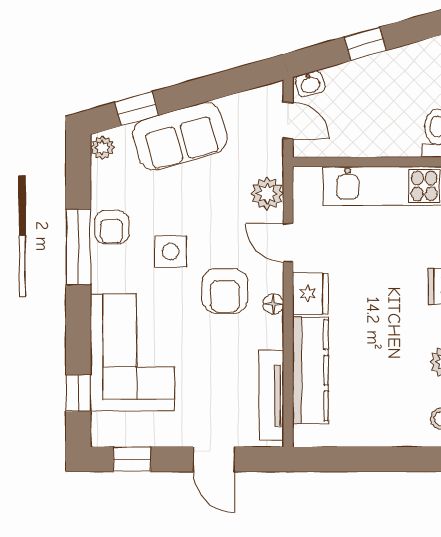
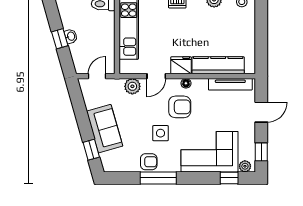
washbasin: (310, 84) -> (71, 36), moved
plant: (102, 148) -> (245, 166), moved

